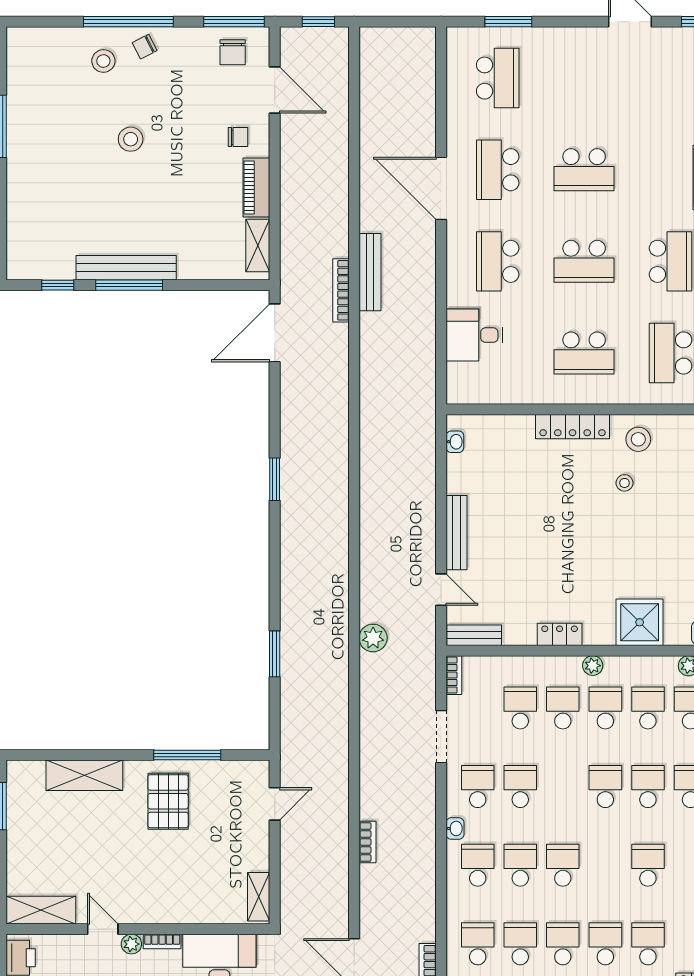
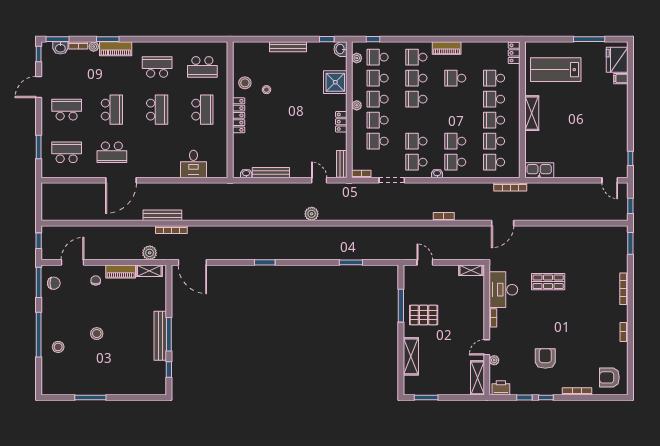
chair: (145, 47) -> (51, 327), removed
plant: (294, 246) -> (150, 253), added
school desk: (498, 261) -> (67, 110), moved, turned 180
bench: (457, 533) -> (271, 173), moved
door: (441, 590) -> (319, 180), hinge flipped
plant: (373, 638) -> (312, 214), moved
school desk: (563, 865) -> (455, 120), removed
plant: (131, 944) -> (494, 360), moved

